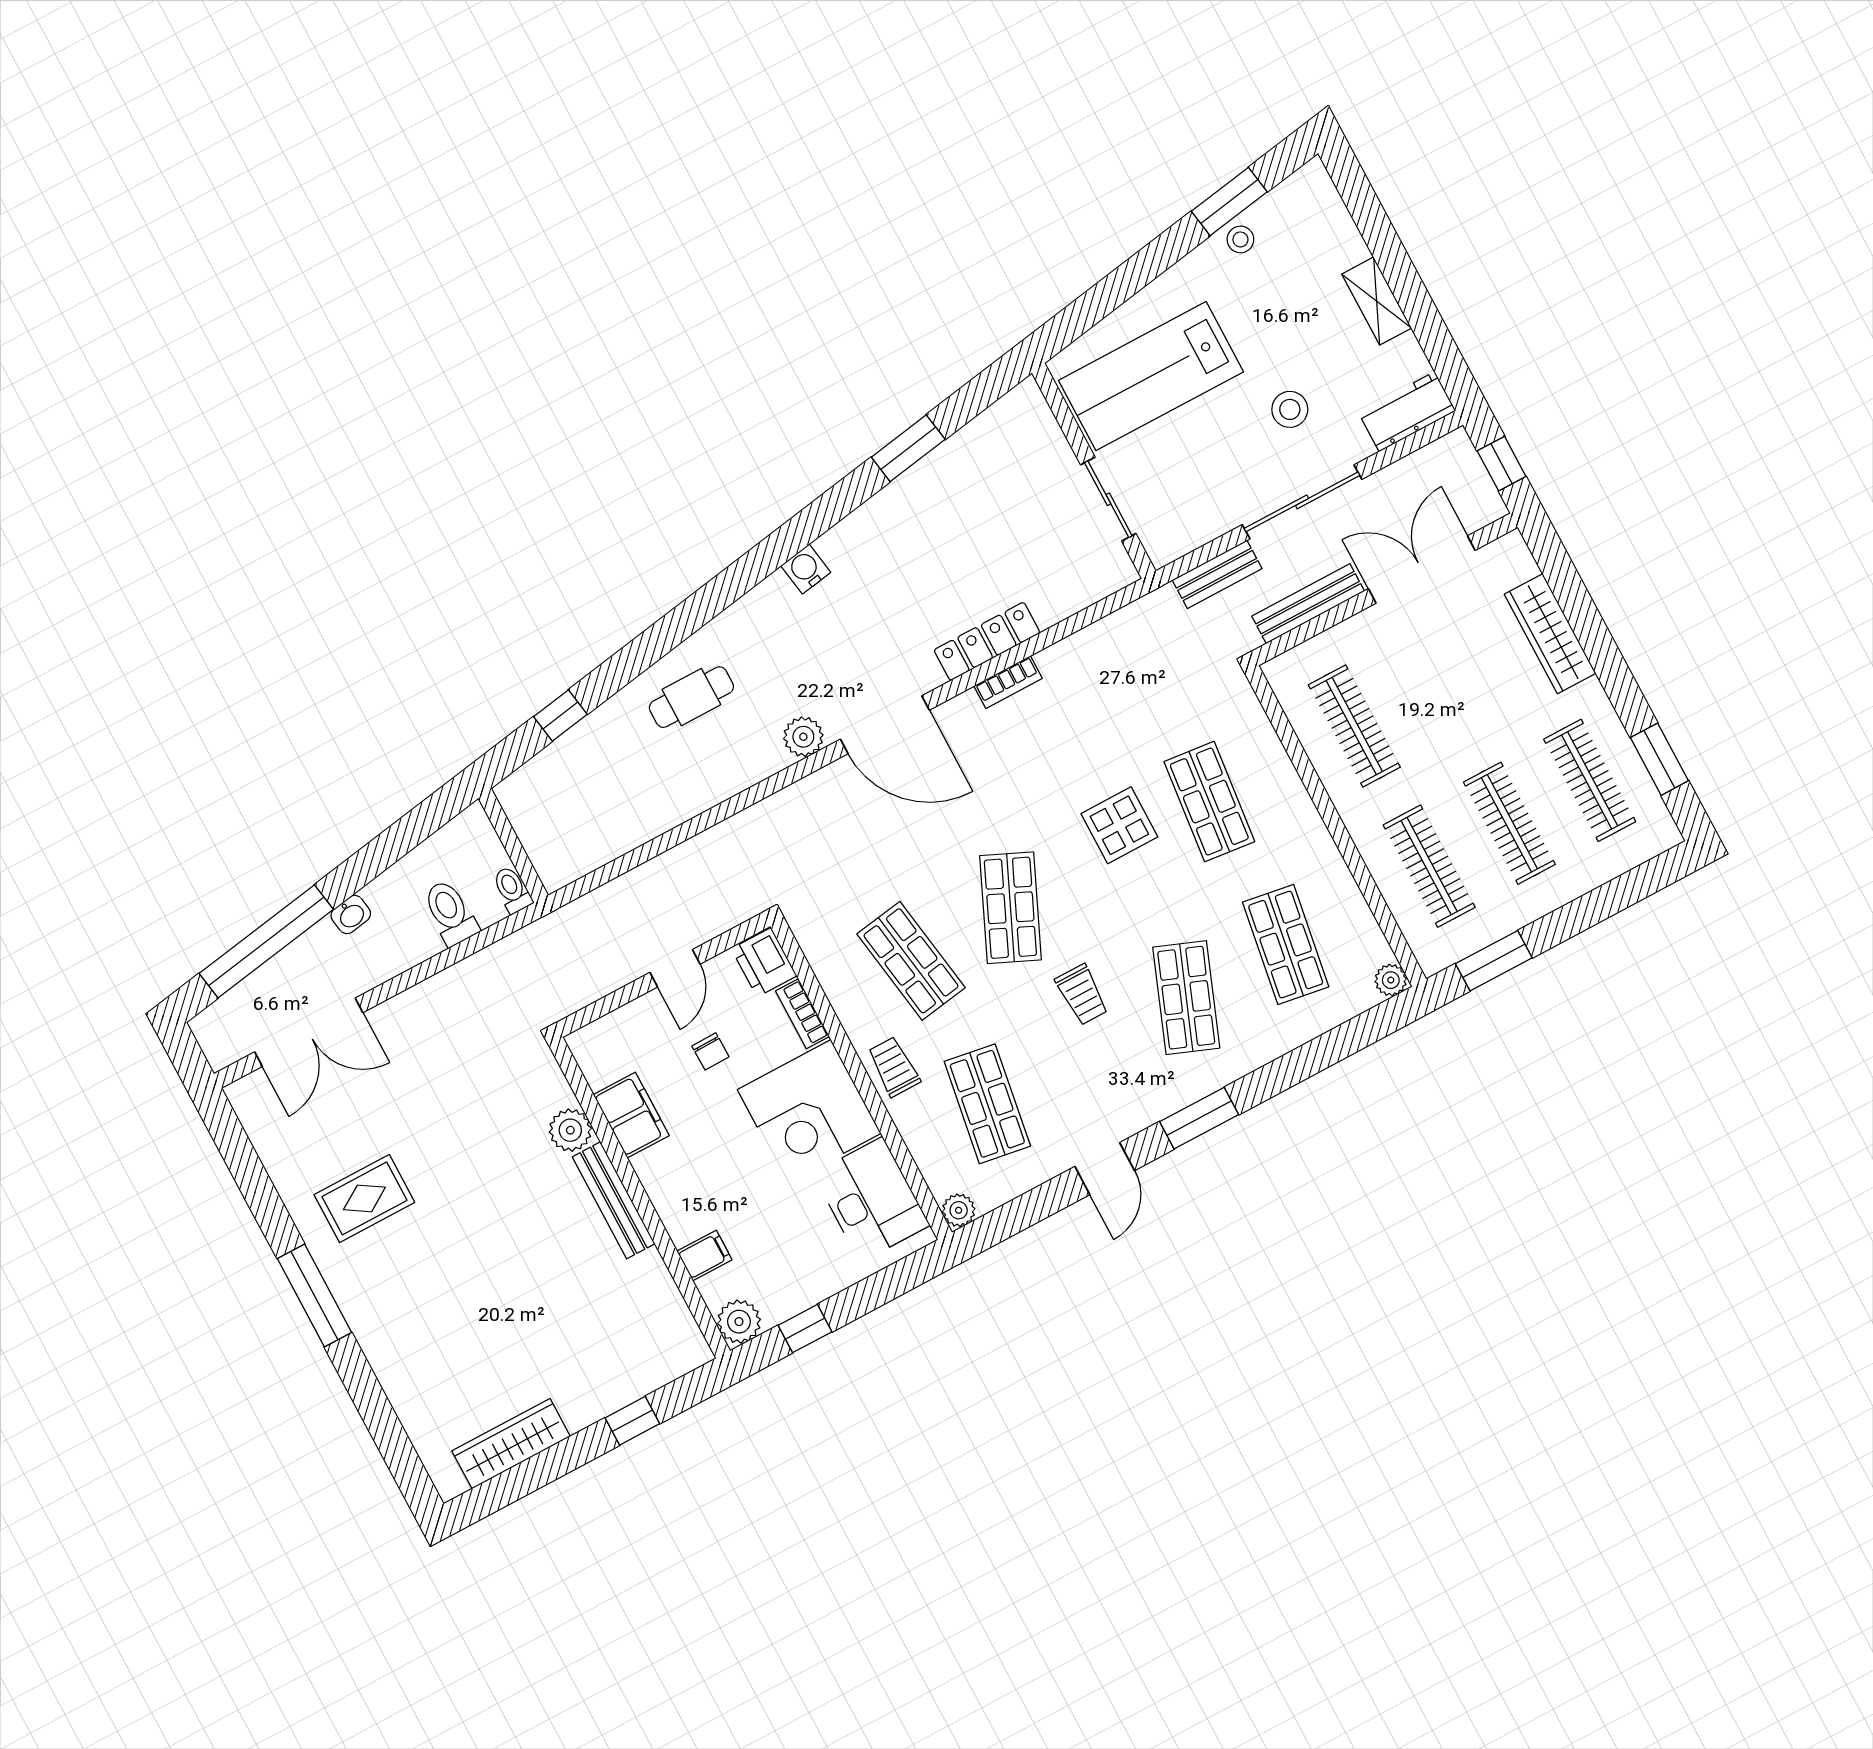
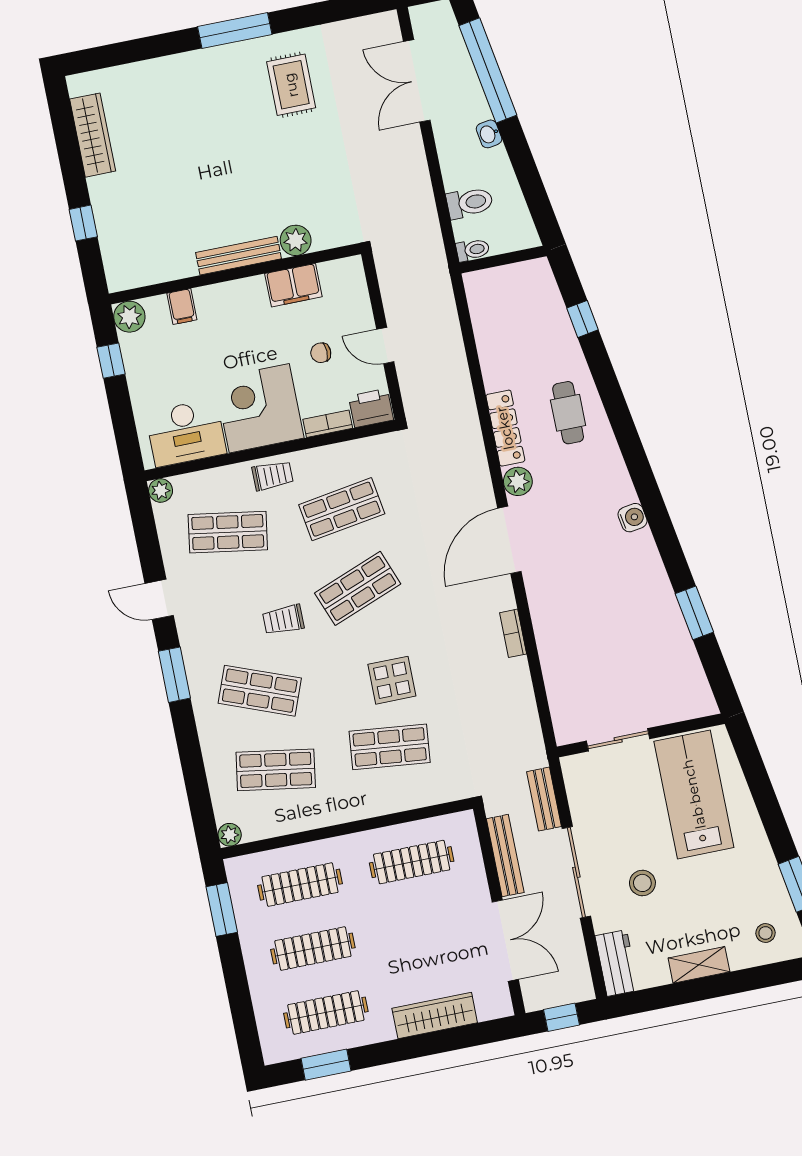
stool: (1240, 239) -> (765, 933), moved
locker: (987, 641) -> (505, 428), moved
shop shelf: (1010, 908) -> (358, 588), turned -45

